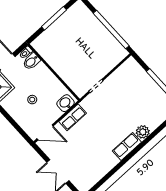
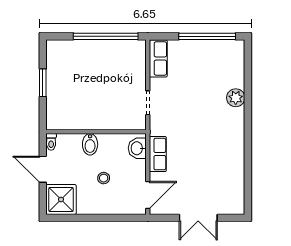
window: (54, 18) -> (43, 83), width x0.69
bidet: (31, 61) -> (90, 144), moved
row of seats: (127, 147) -> (158, 58), moved, turned 180

